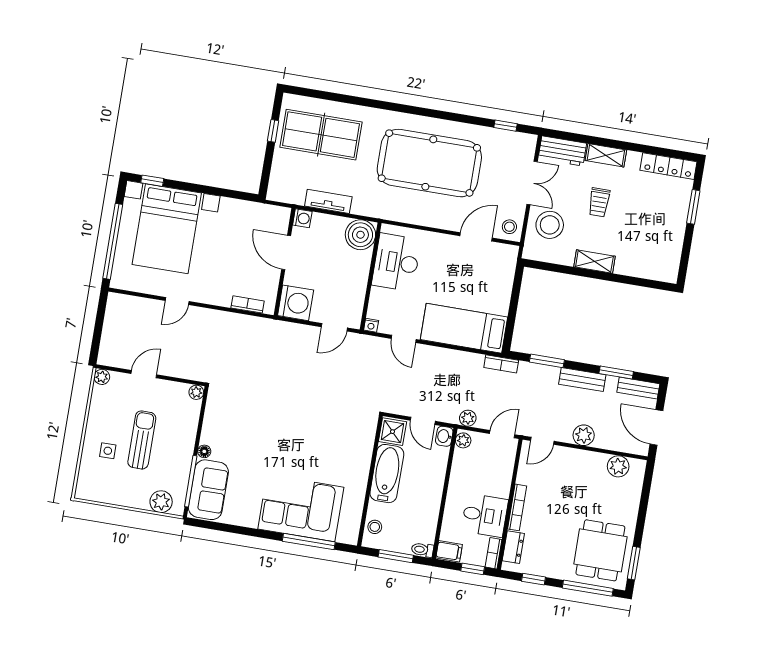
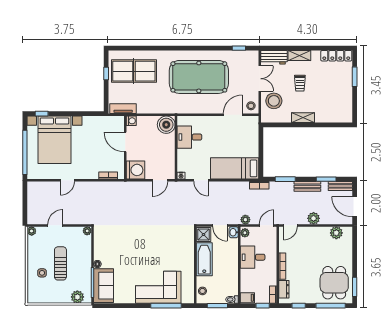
tv unit: (328, 201) -> (123, 109), moved
desk: (396, 262) -> (189, 137), width x0.73
desk: (485, 515) -> (253, 257), moved, turned 180

